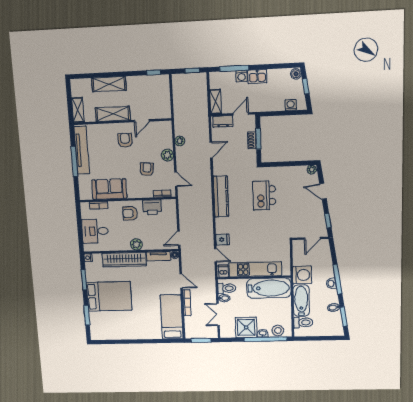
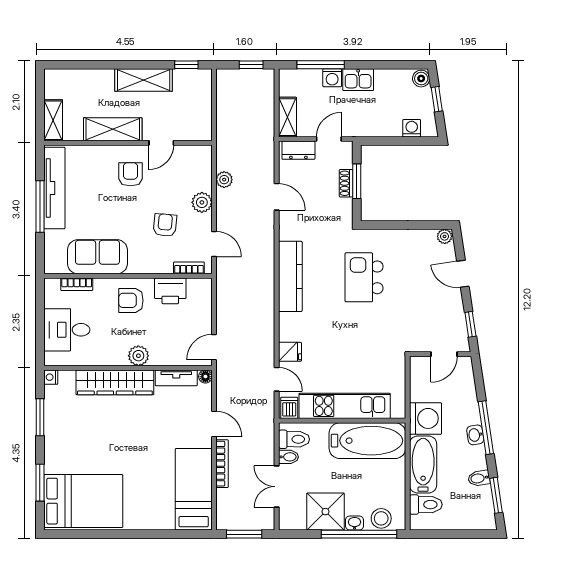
shelving: (109, 84) -> (144, 80), moved
door: (211, 150) -> (277, 197), hinge flipped
bed: (109, 296) -> (83, 501), moved

